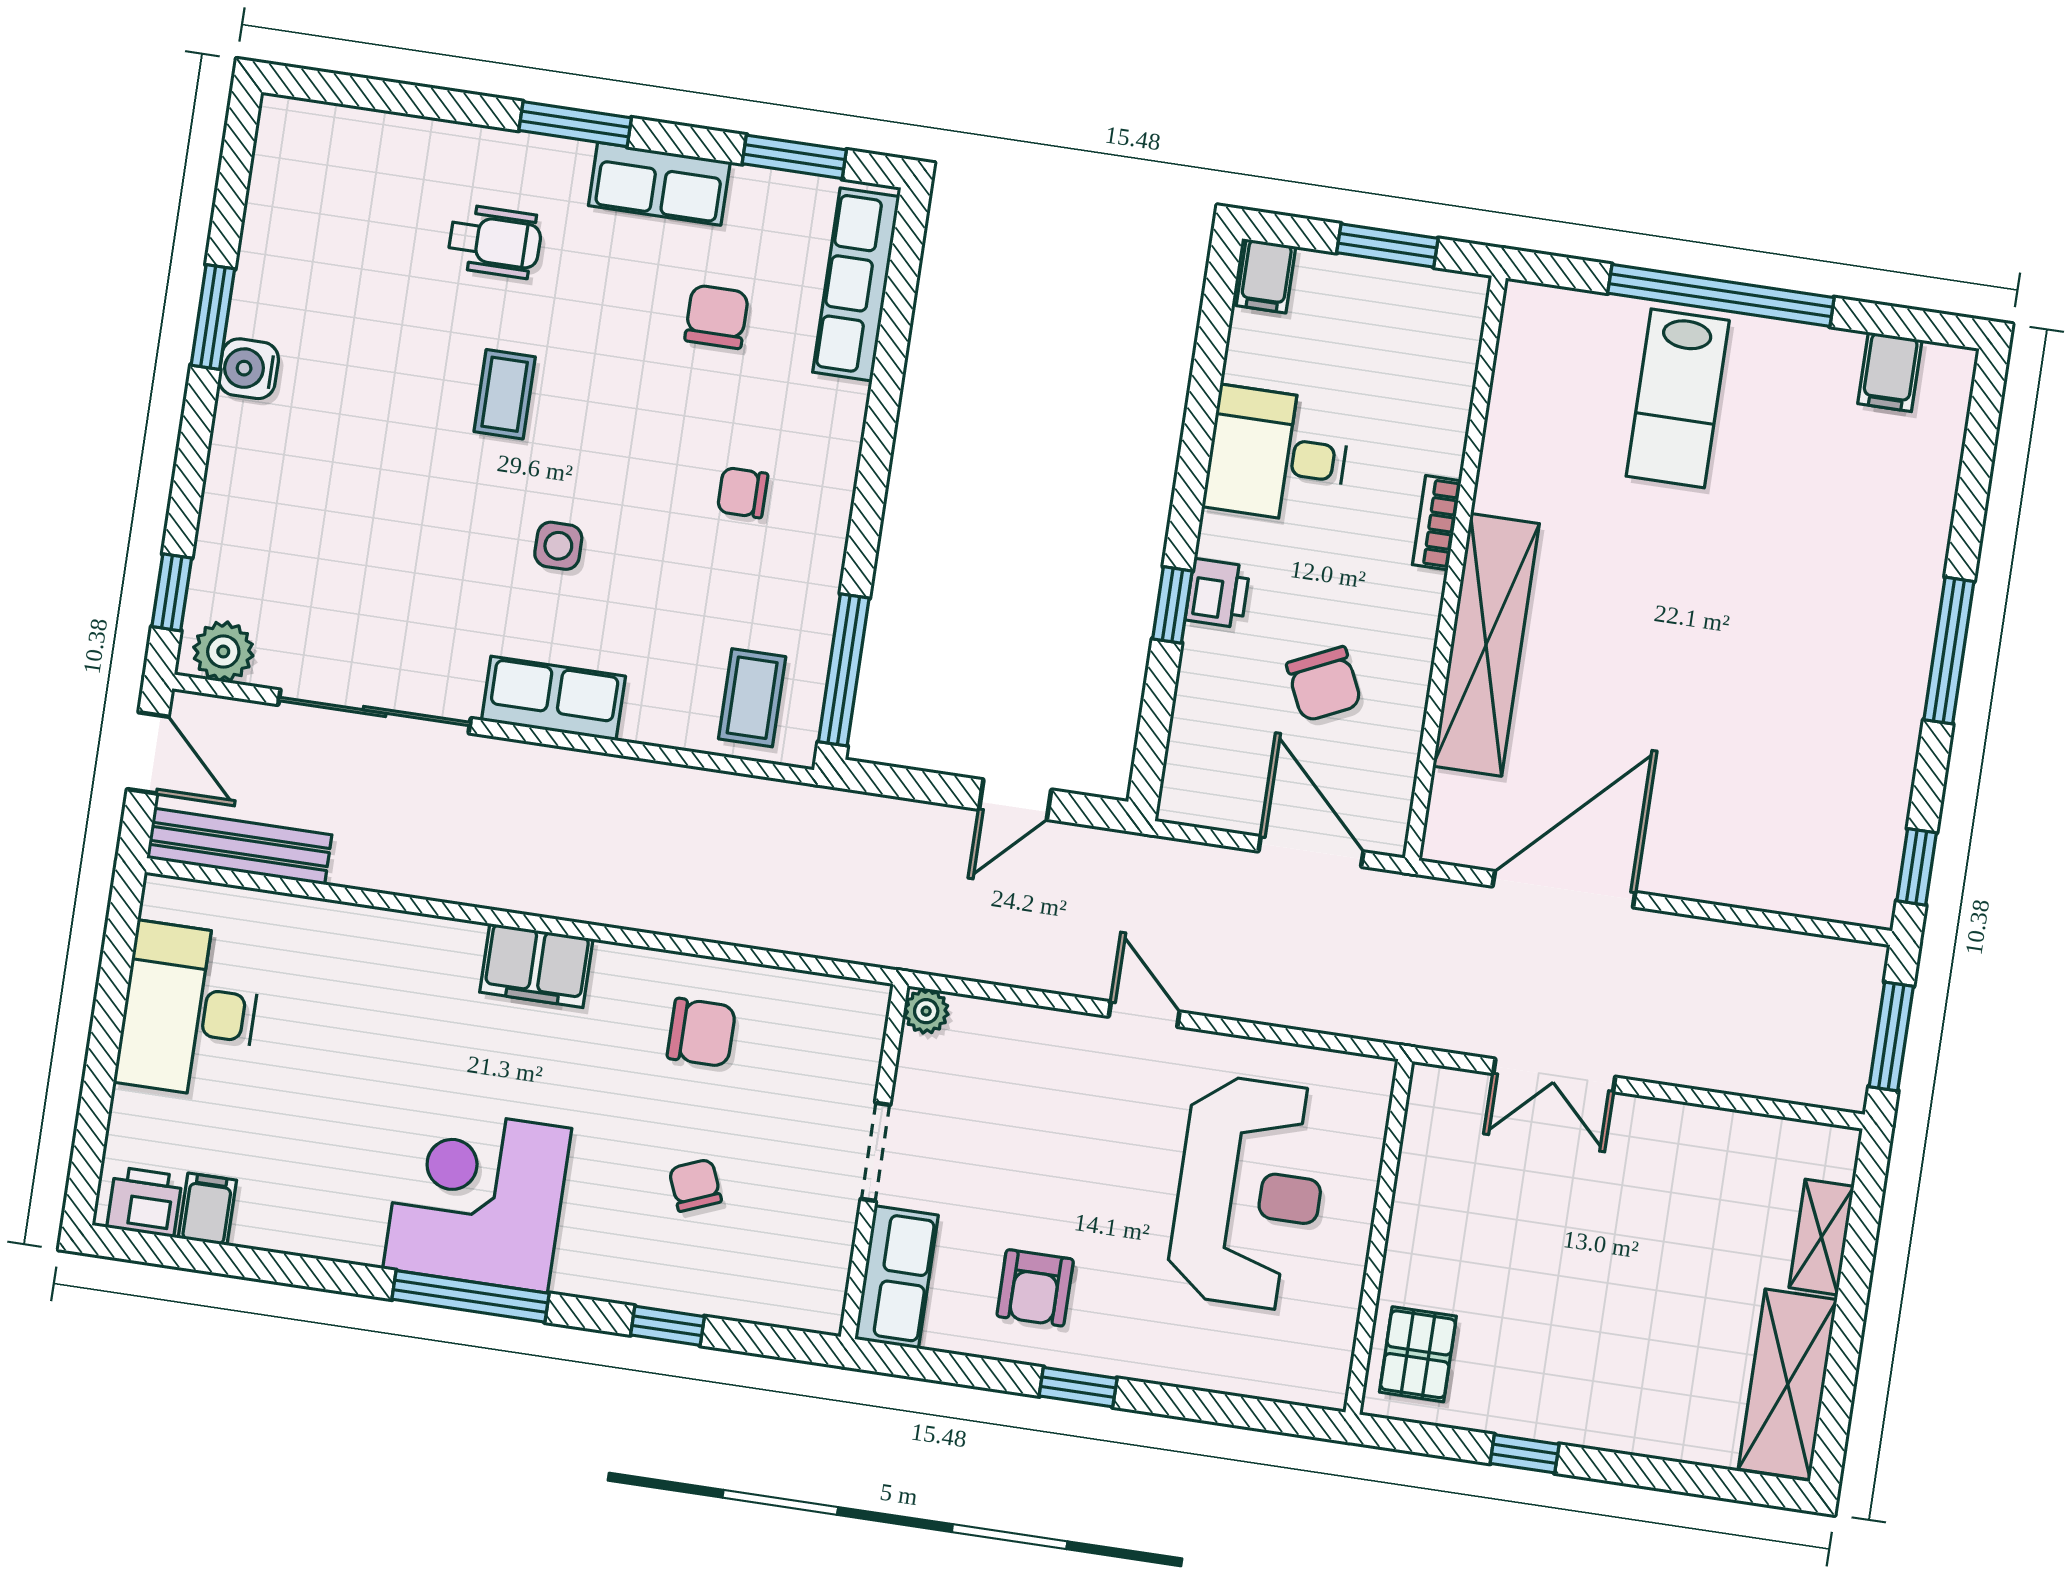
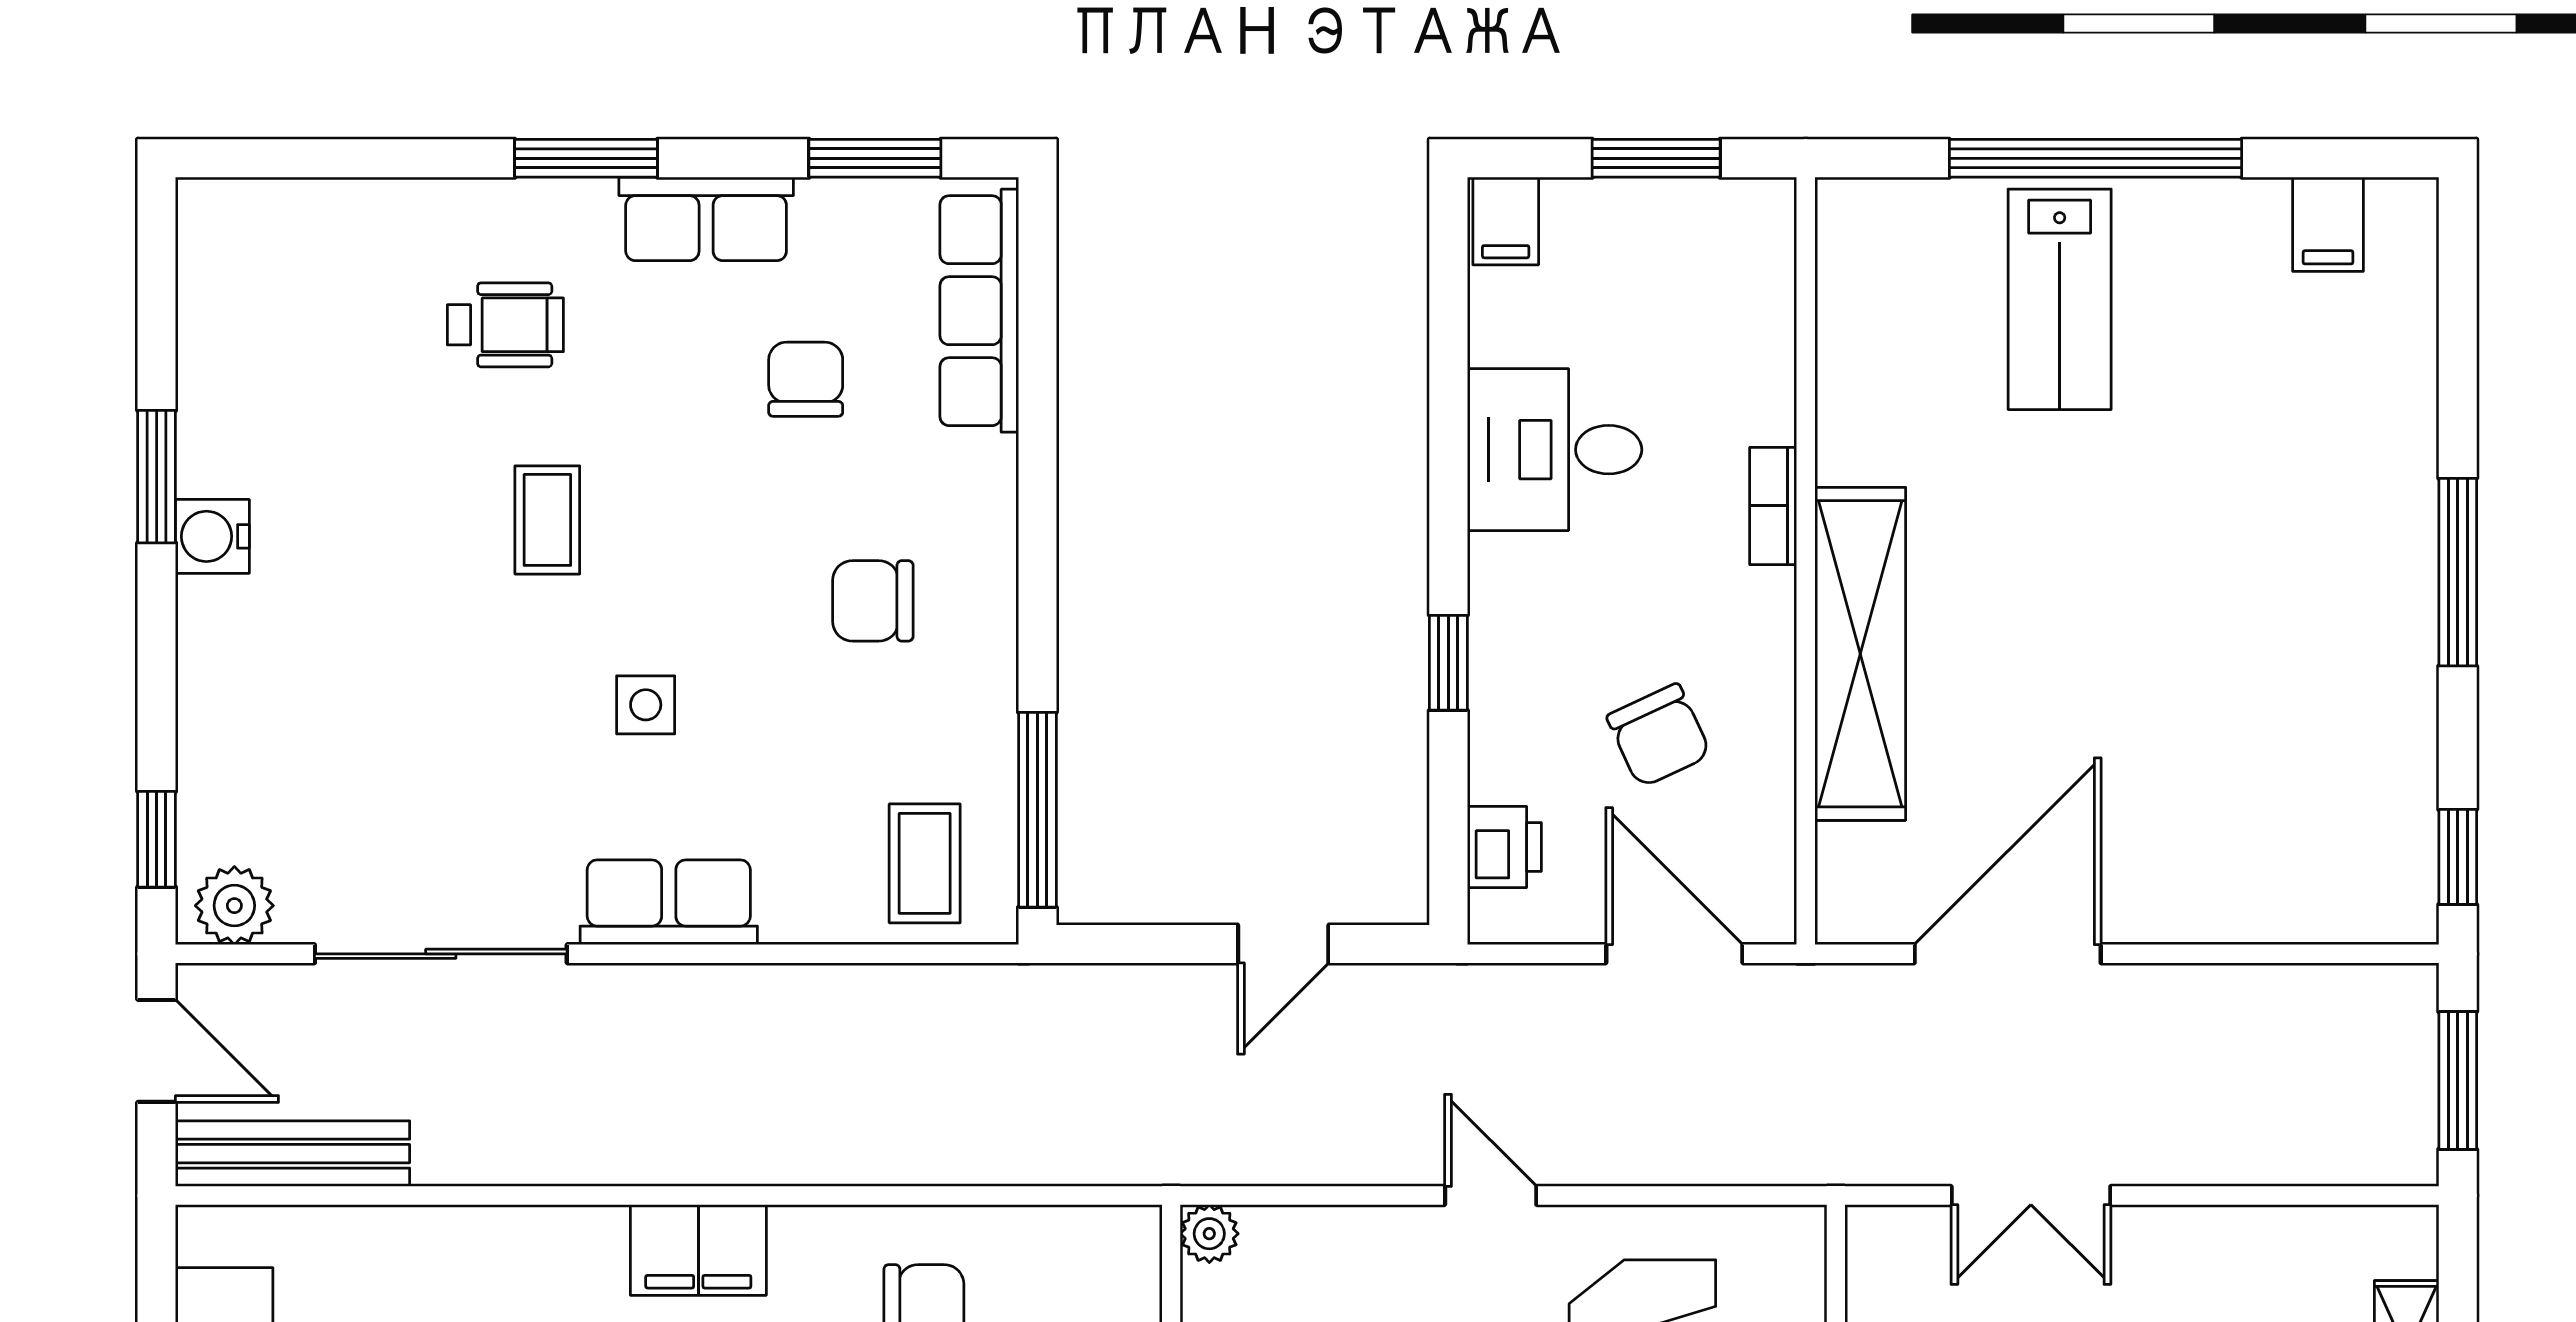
chair: (743, 493) -> (873, 601), width x1.37, depth x1.37
printer: (1218, 593) -> (1504, 847), moved

